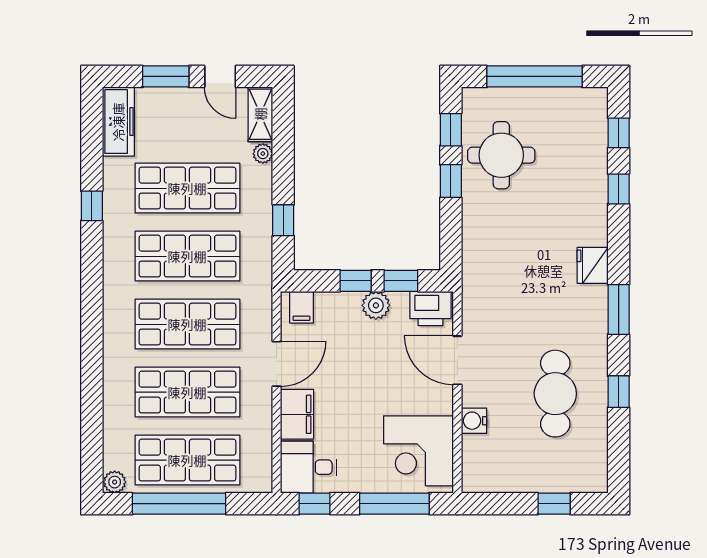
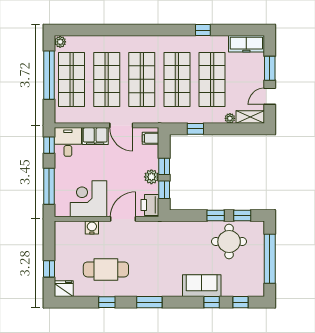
sofa: (587, 208) -> (202, 286), added
fridge: (593, 265) -> (64, 289), moved
corner desk: (418, 451) -> (88, 199), moved

